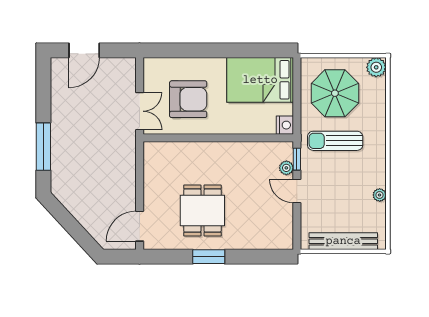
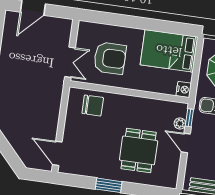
chair: (175, 161) -> (93, 105), added
dining table: (202, 210) -> (139, 150), moved
door: (140, 226) -> (57, 153), hinge flipped

